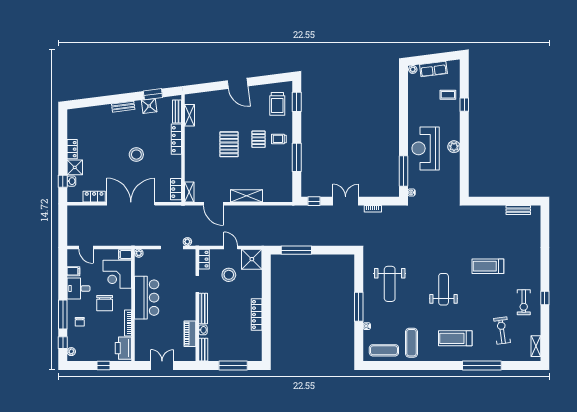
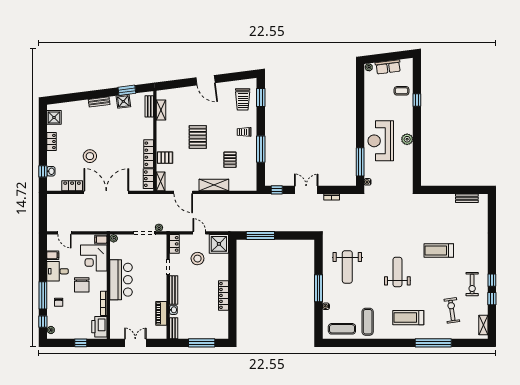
locker: (176, 139) -> (149, 154), moved
pallet: (259, 139) -> (230, 160), moved
stool: (136, 155) -> (90, 156), moved
pallet: (194, 166) -> (165, 158), added
shower: (75, 167) -> (54, 117), moved
window: (545, 318) -> (492, 299), added

